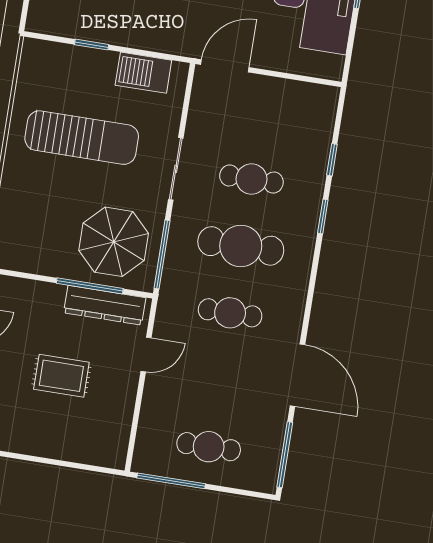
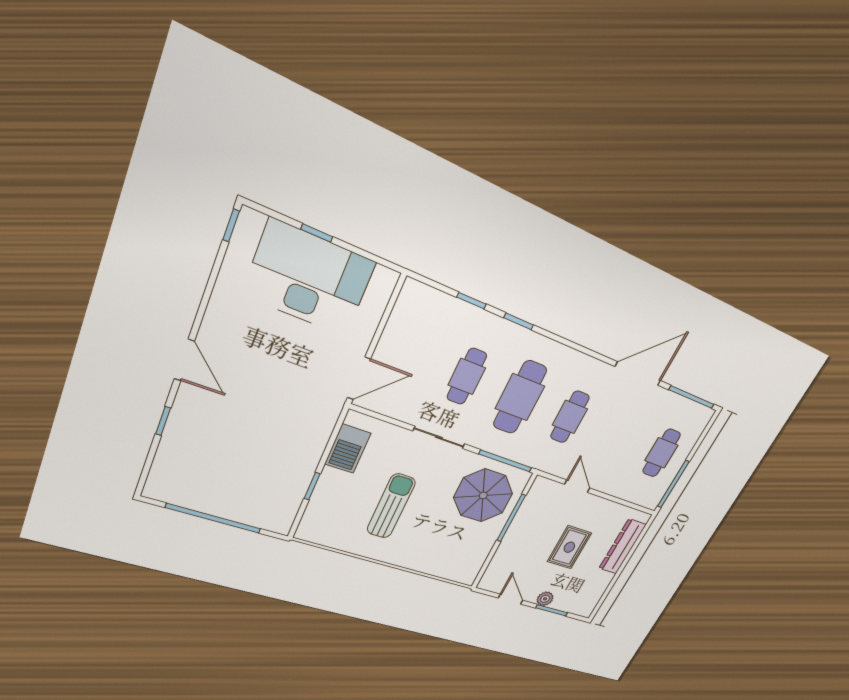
door: (225, 66) -> (359, 378), swing flipped
sun lounger: (82, 138) -> (391, 506), width x0.73, depth x0.75
dresser: (105, 305) -> (622, 547), moved, turned 180

